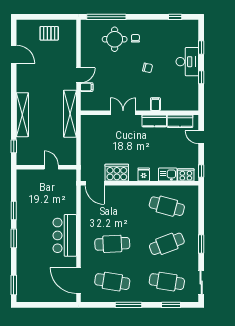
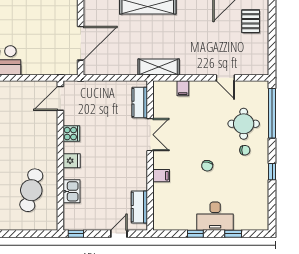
window: (175, 17) -> (272, 172), moved
pallet: (49, 33) -> (251, 21), moved
door: (79, 75) -> (225, 78), moved
shelving: (70, 114) -> (159, 67), width x0.68
kitchen counter: (154, 121) -> (140, 103), moved
door: (51, 167) -> (81, 43), width x1.87
cooker: (117, 173) -> (71, 134), width x0.53, depth x0.76
cooker: (186, 175) -> (71, 214), removed

